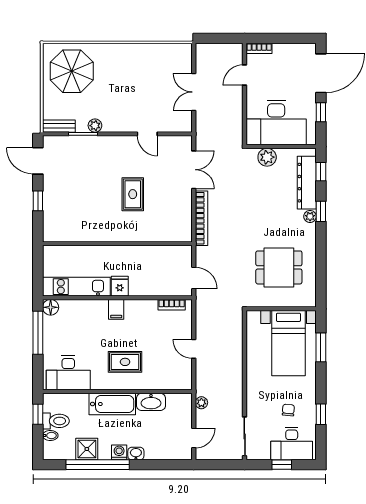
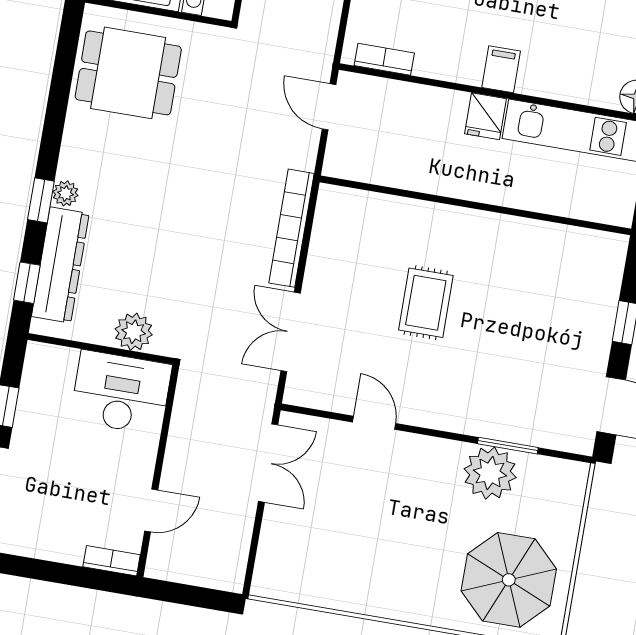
double door: (194, 92) -> (268, 463), moved
desk: (276, 123) -> (121, 393), width x0.73, depth x0.77
bench: (59, 126) -> (555, 470), removed
plant: (95, 126) -> (490, 473), width x1.87, depth x1.87
dining table: (279, 267) -> (128, 73), moved

